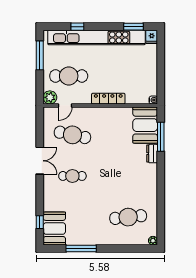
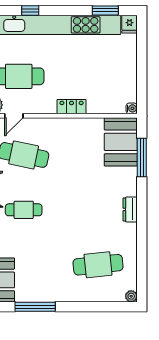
locker: (108, 99) -> (72, 107), width x0.66
dresser: (152, 154) -> (130, 209), moved

